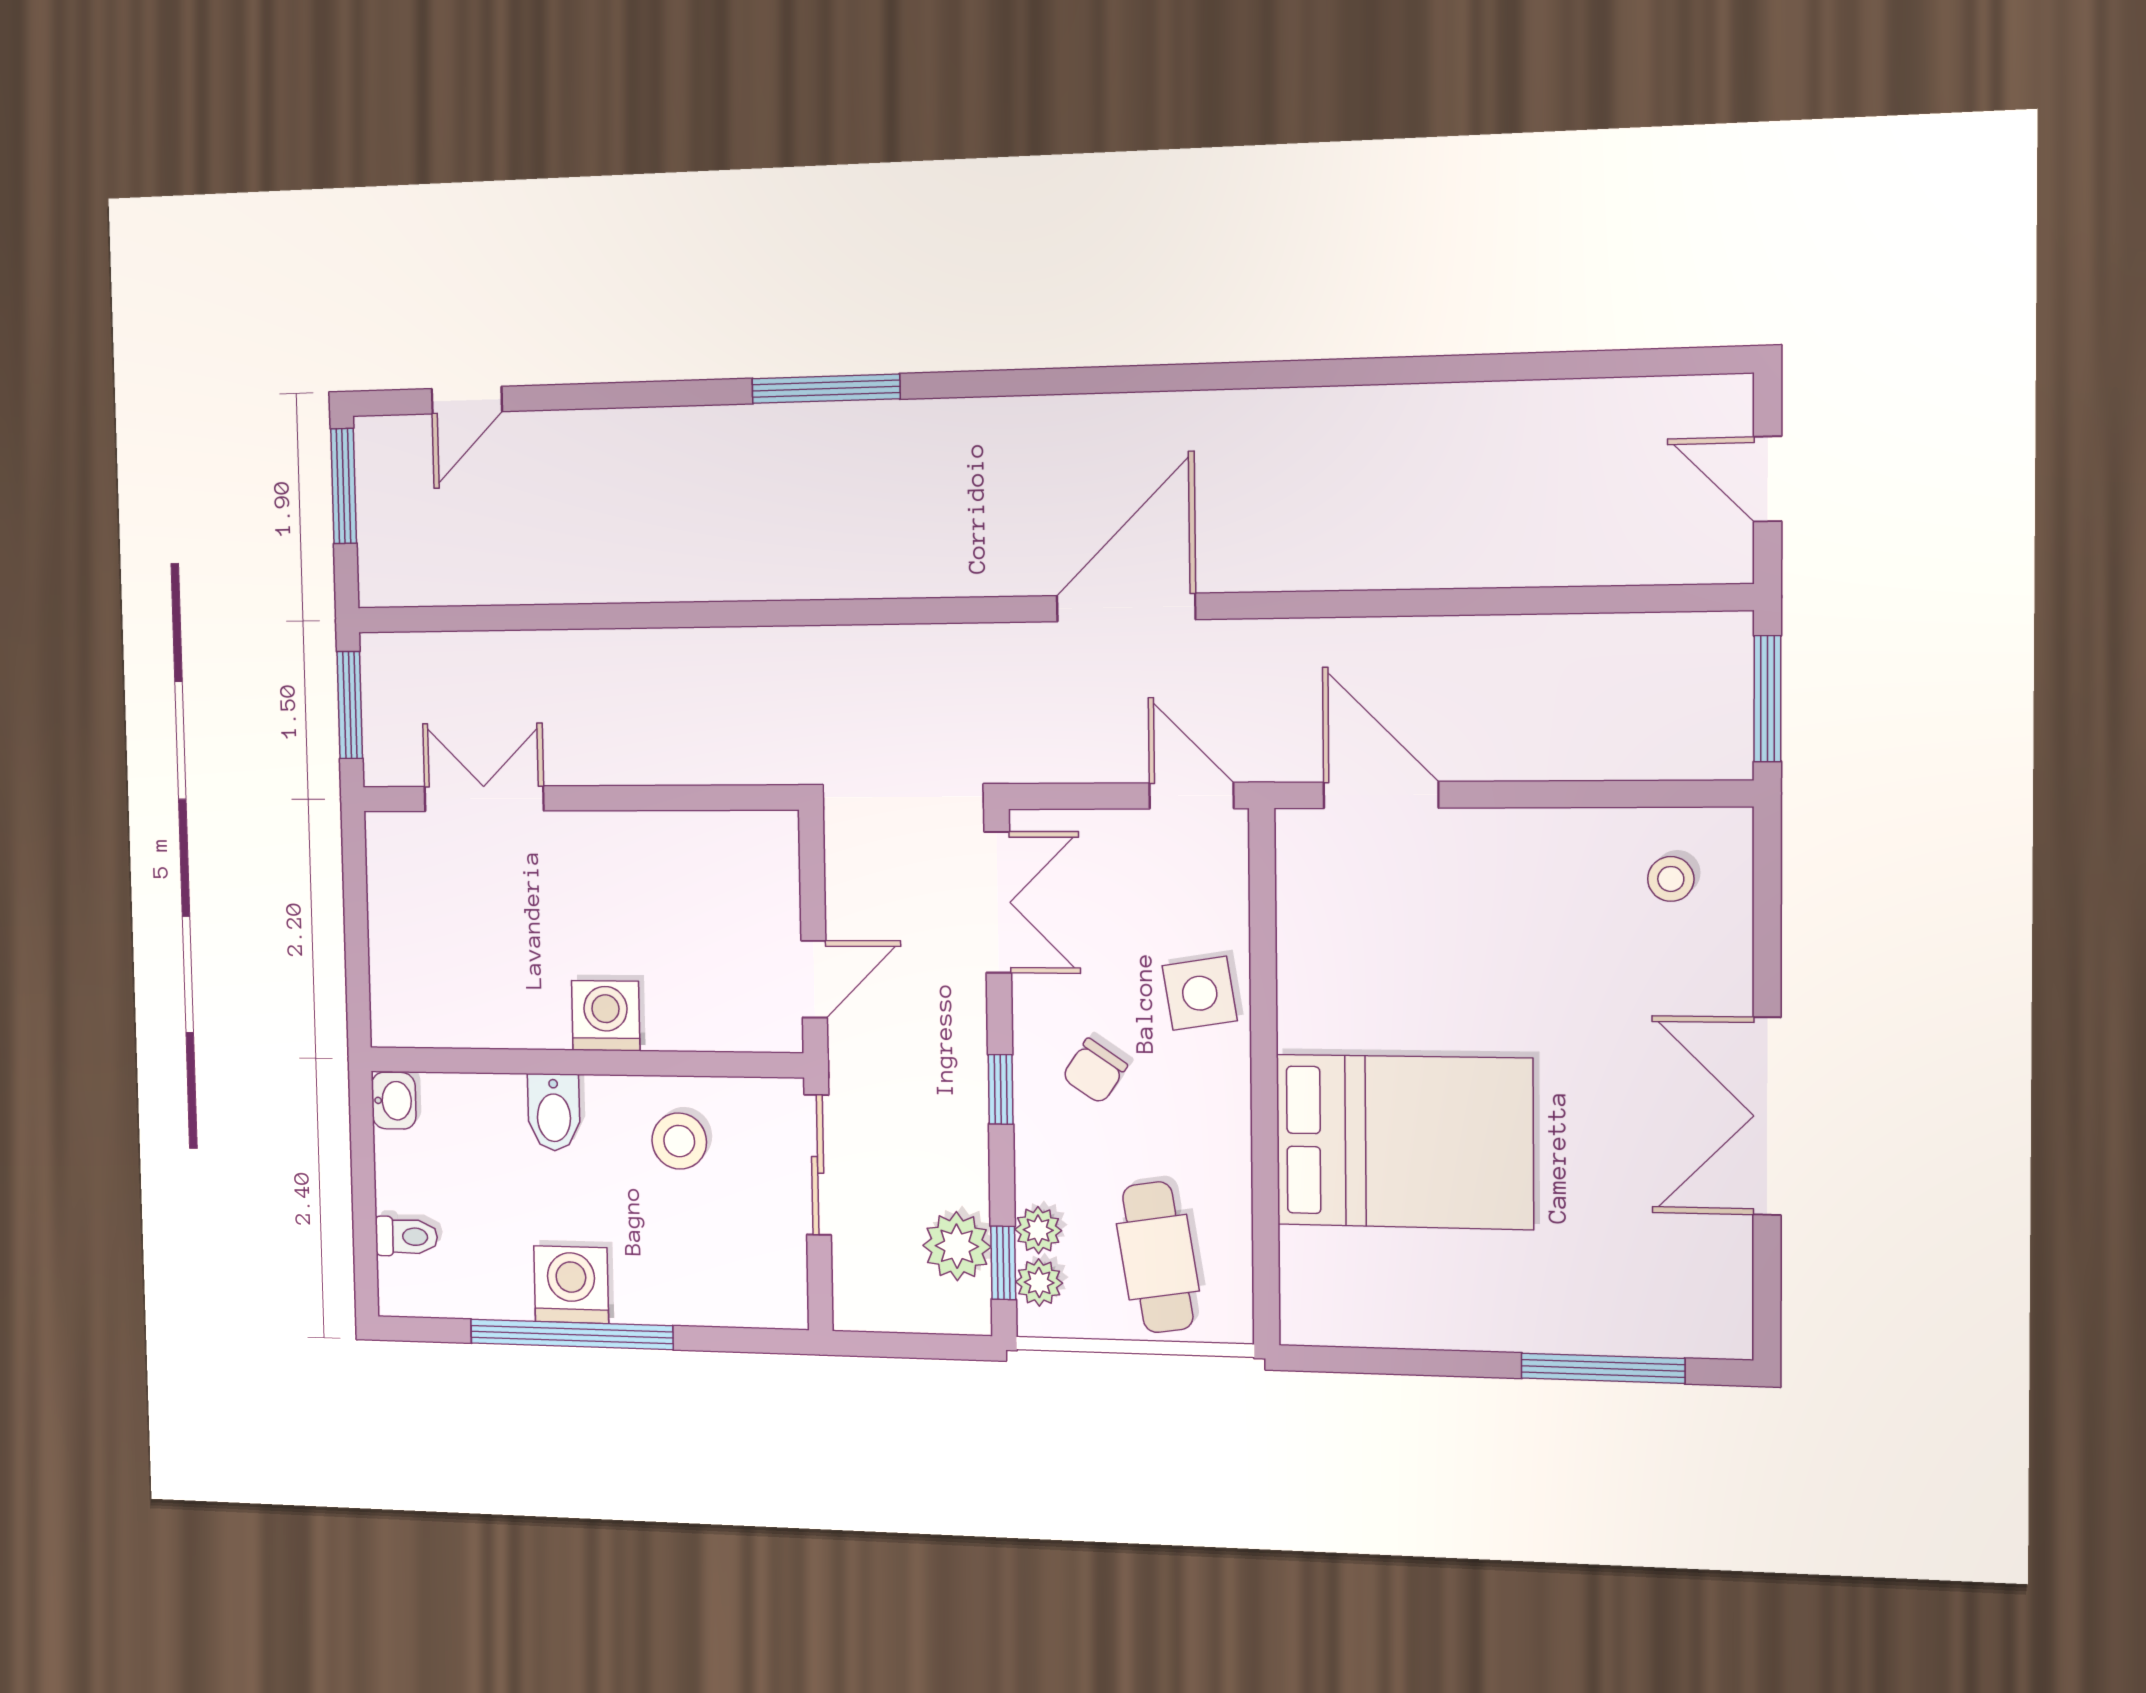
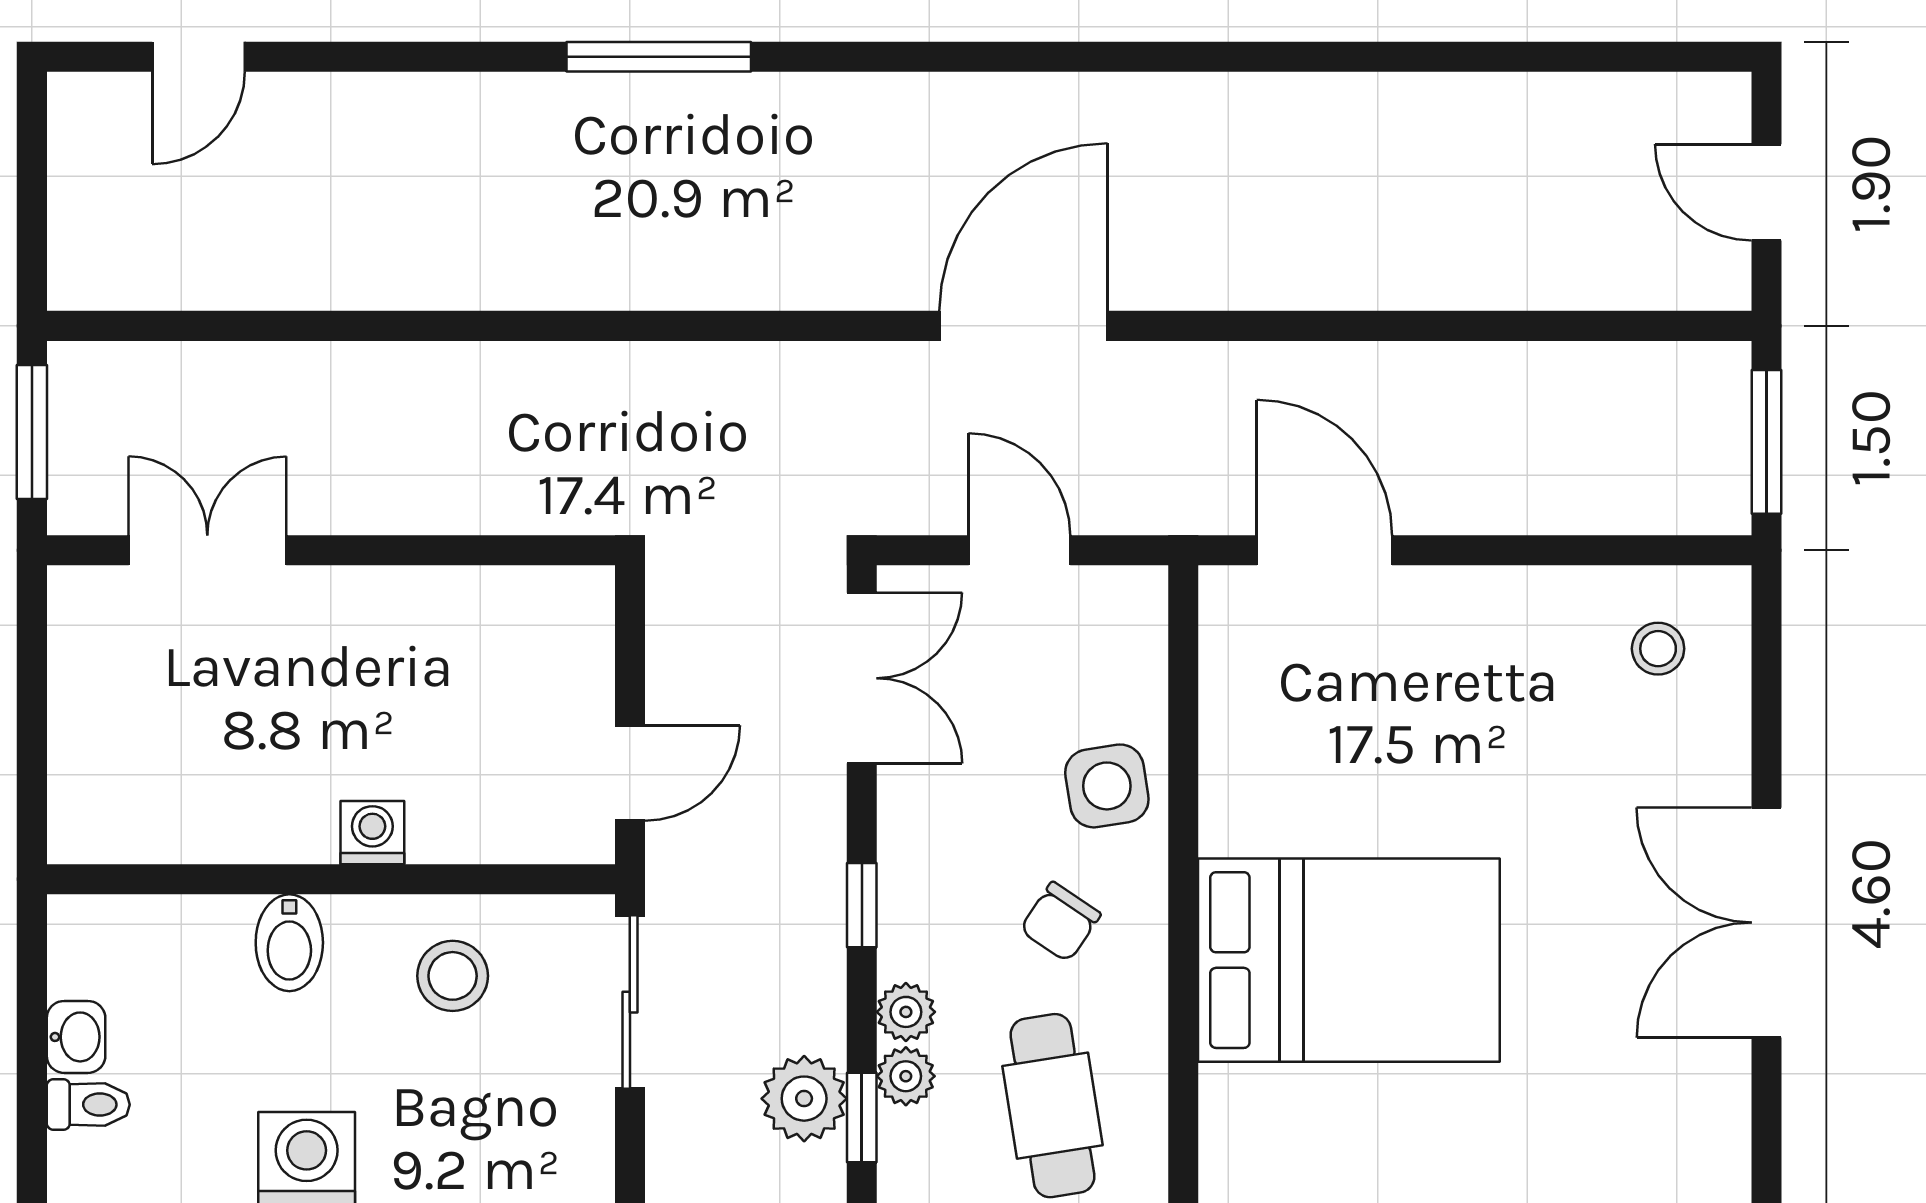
window: (344, 486) -> (32, 158), removed
door: (1191, 796) -> (1019, 550), moved
washing machine: (606, 1016) -> (372, 833), width x0.73, depth x0.73
chair: (1095, 1071) -> (1060, 922), moved
washbasin: (394, 1101) -> (76, 1037), moved
plant: (1039, 1282) -> (906, 1012), moved

